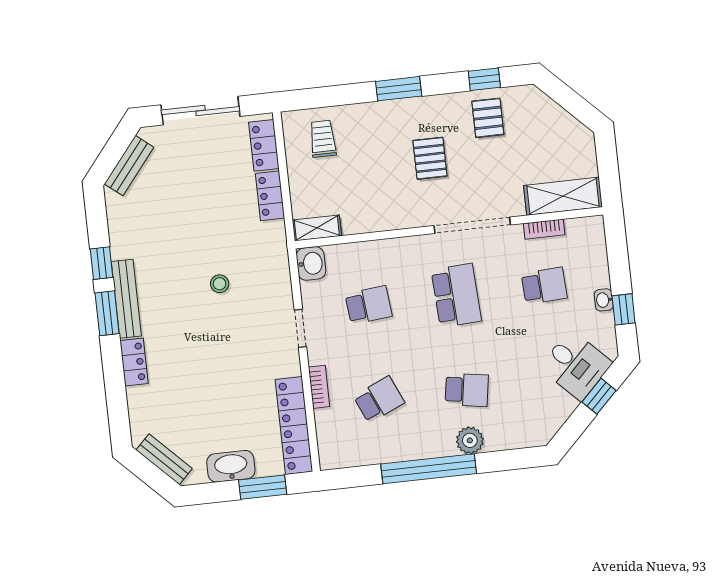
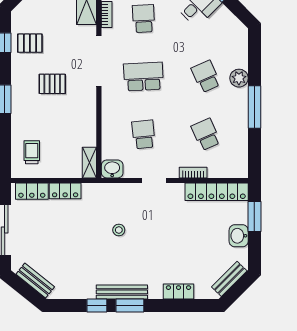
trolley: (323, 139) -> (32, 152), turned 90
locker: (134, 362) -> (178, 291), moved
school desk: (467, 390) -> (206, 76), turned -33
washbasin: (231, 466) -> (239, 236), width x0.72
window: (429, 469) -> (254, 107), width x0.68

